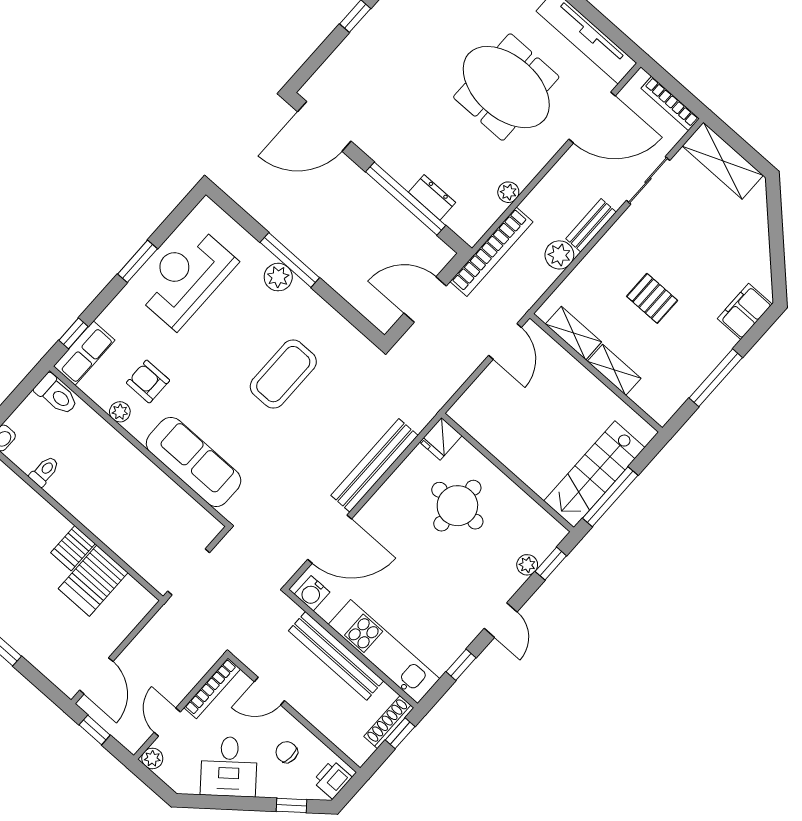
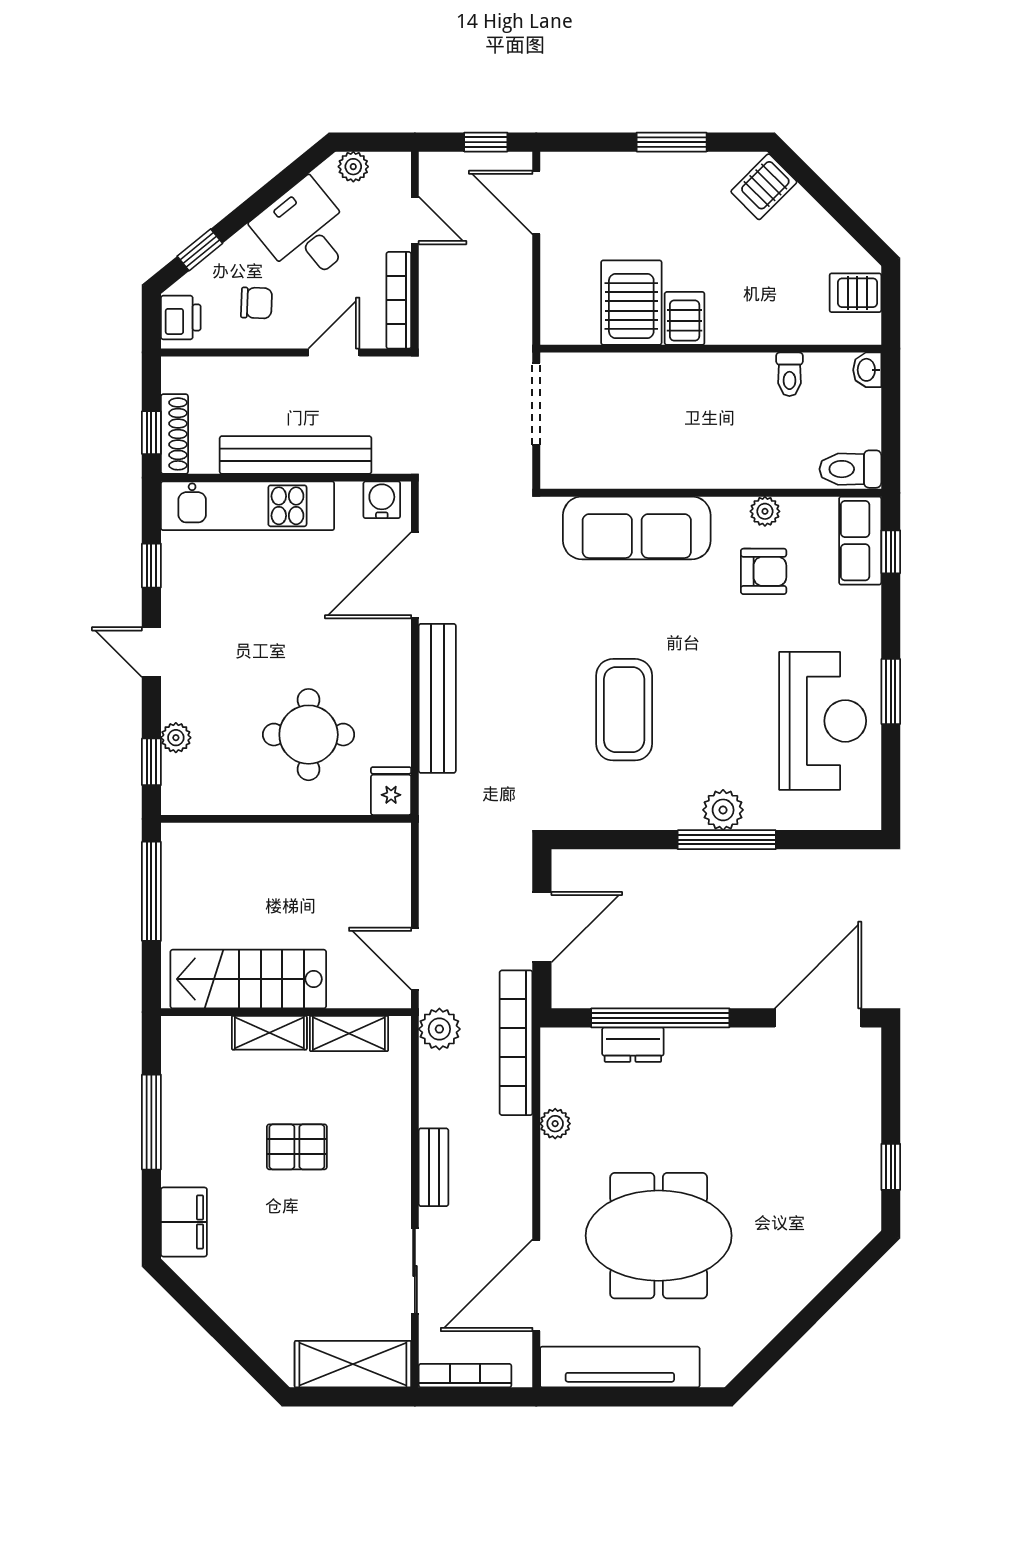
plant: (559, 255) -> (439, 1029), moved
stairs: (594, 474) -> (248, 979), moved, turned -90
plant: (152, 758) -> (353, 167), moved

